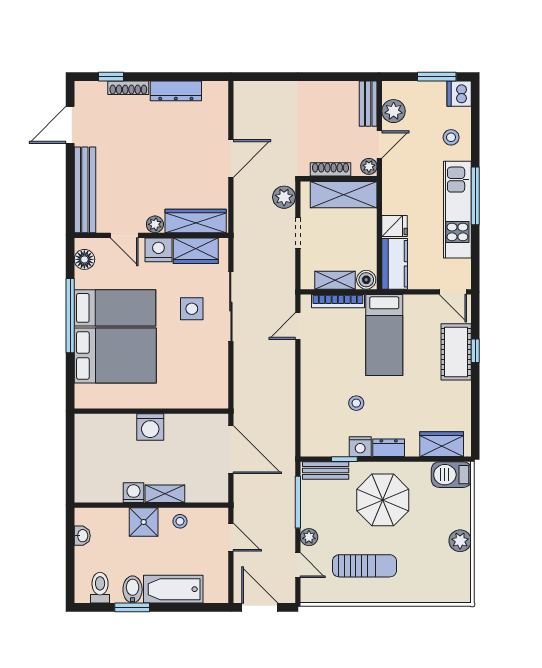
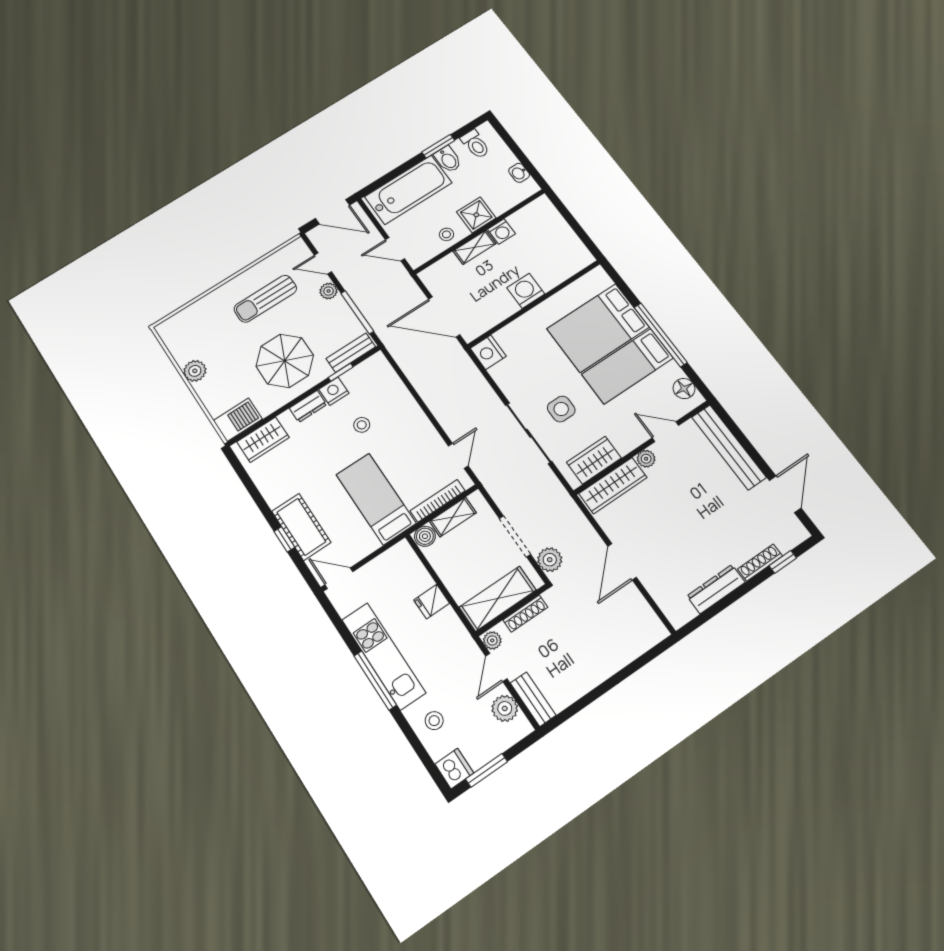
doorway: (298, 233) -> (515, 536), width x1.38
nightstand: (158, 250) -> (488, 352), moved, turned 90
kitchen counter: (395, 264) -> (409, 568), removed
bathtub: (173, 589) -> (408, 190), width x1.36, depth x1.36

